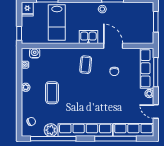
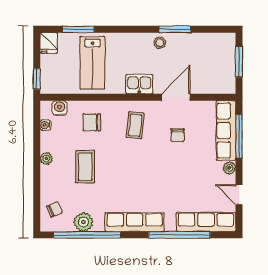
door: (113, 46) -> (176, 97), hinge flipped
chair: (56, 63) -> (92, 122), added
row of seats: (85, 130) -> (135, 222), width x0.73

